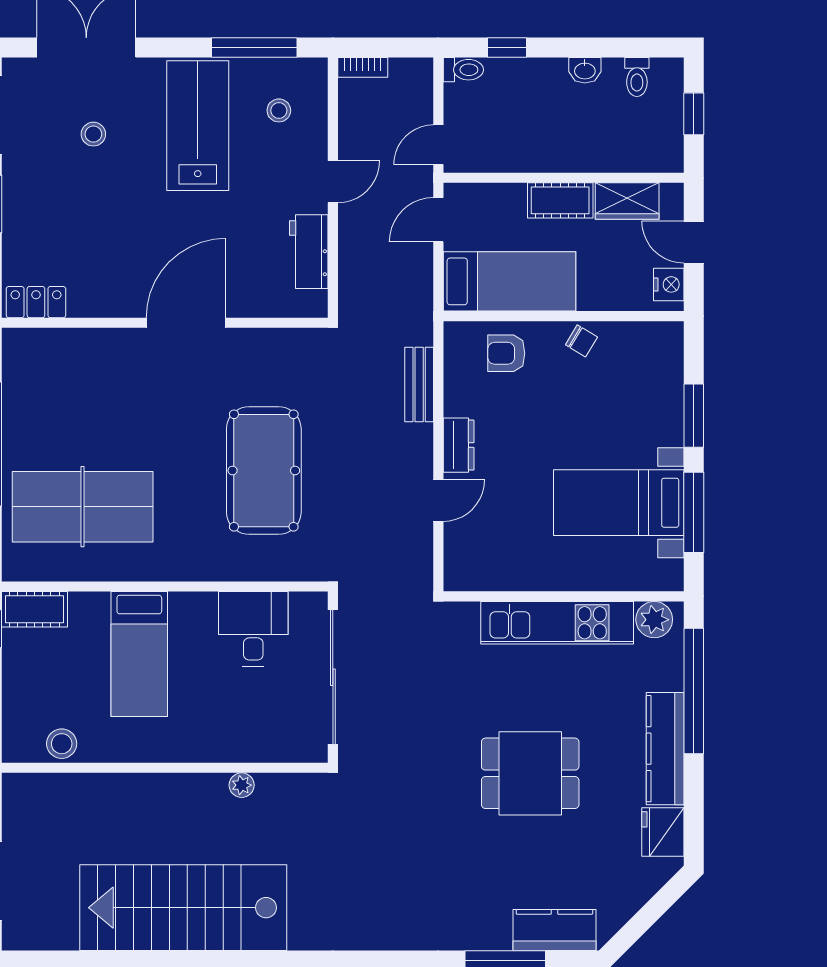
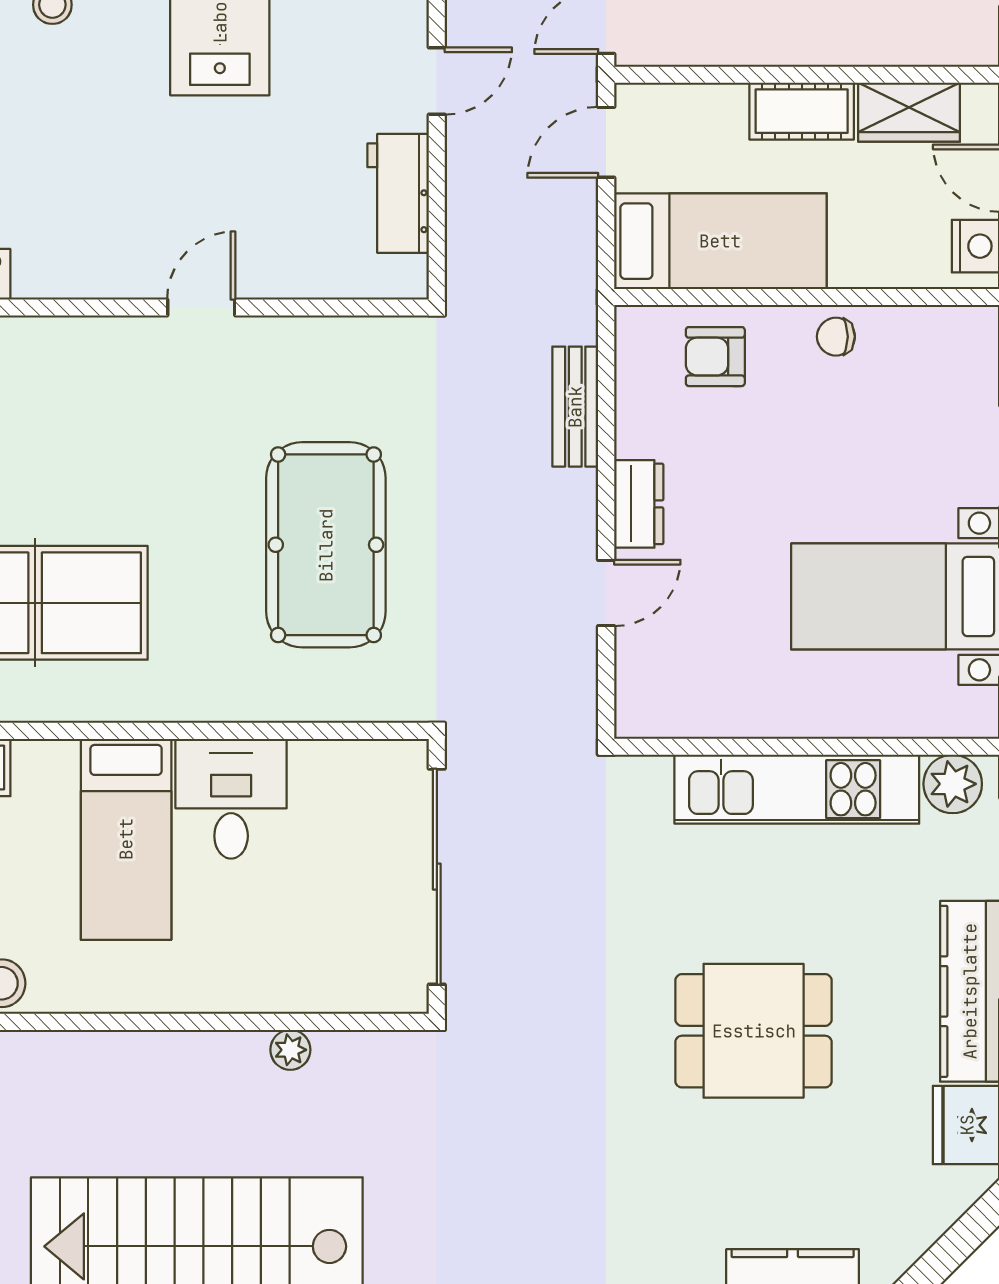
door: (186, 323) -> (201, 308), width x0.53
chair: (581, 341) -> (836, 337), turned 149
desk: (253, 629) -> (231, 799), moved

